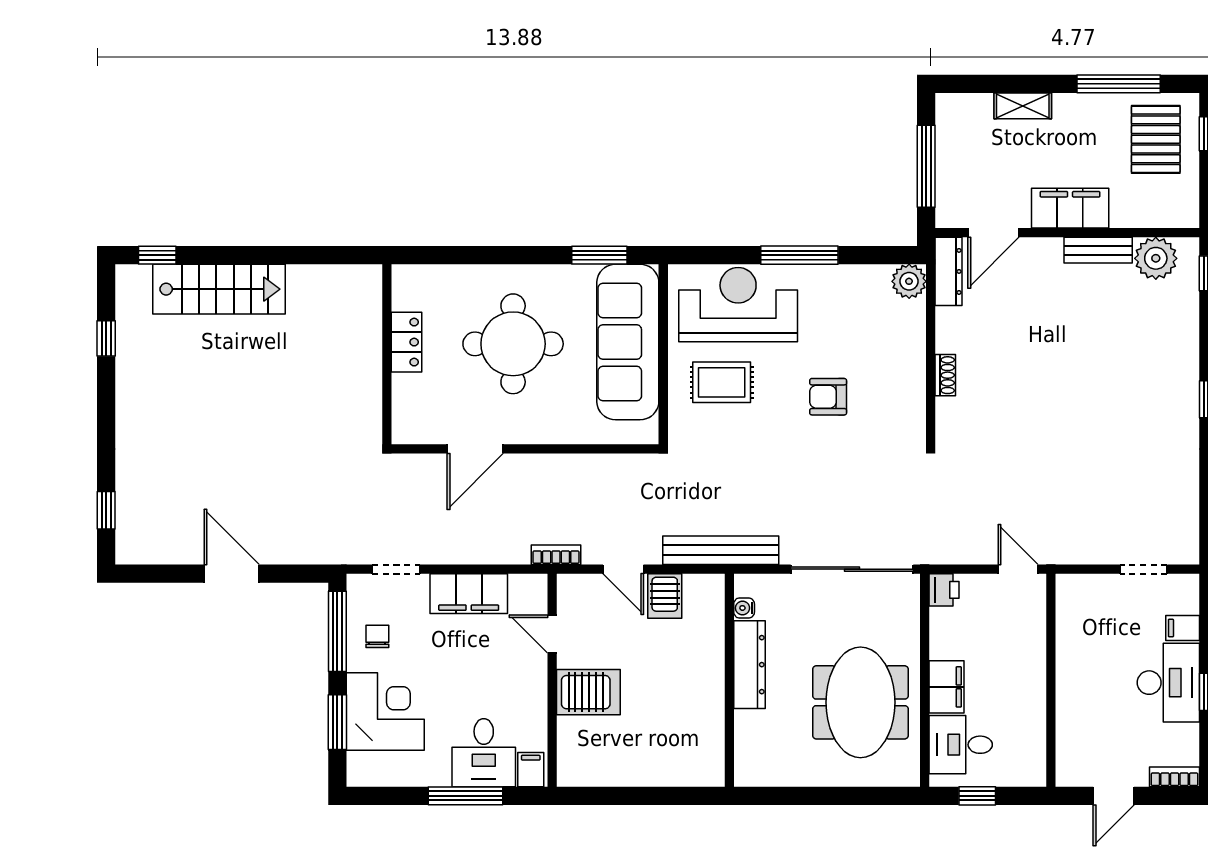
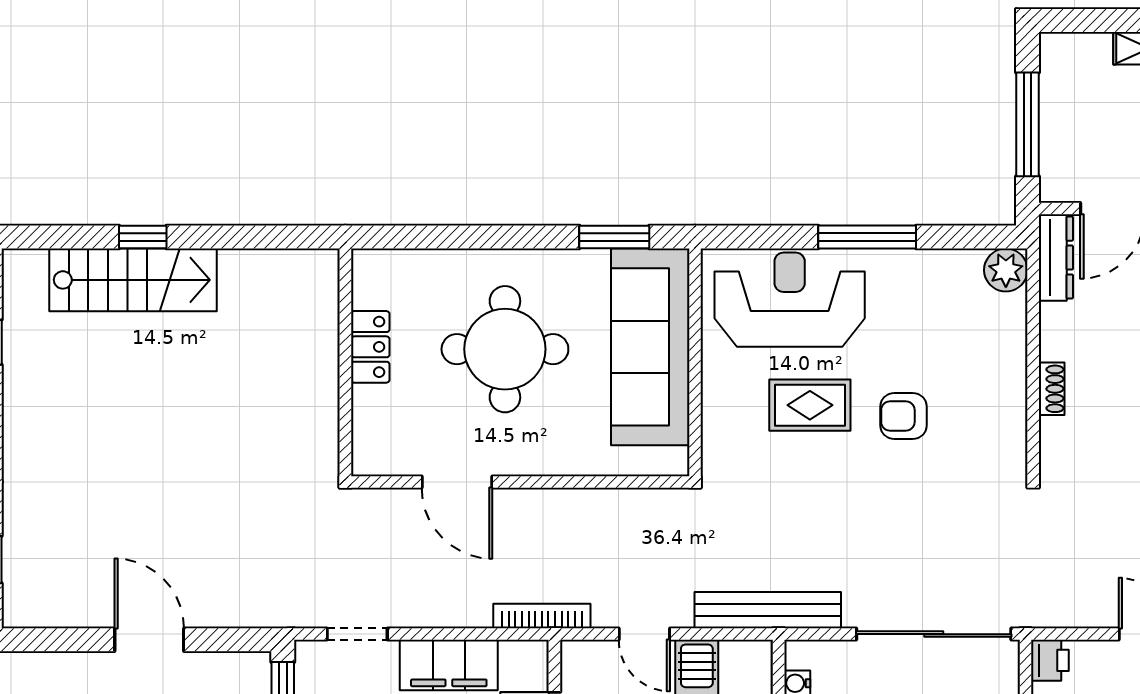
window: (157, 255) -> (143, 237), moved
rug: (722, 382) -> (810, 405), moved
door: (475, 449) -> (457, 482), hinge flipped
bookcase: (556, 555) -> (542, 616), width x1.56

